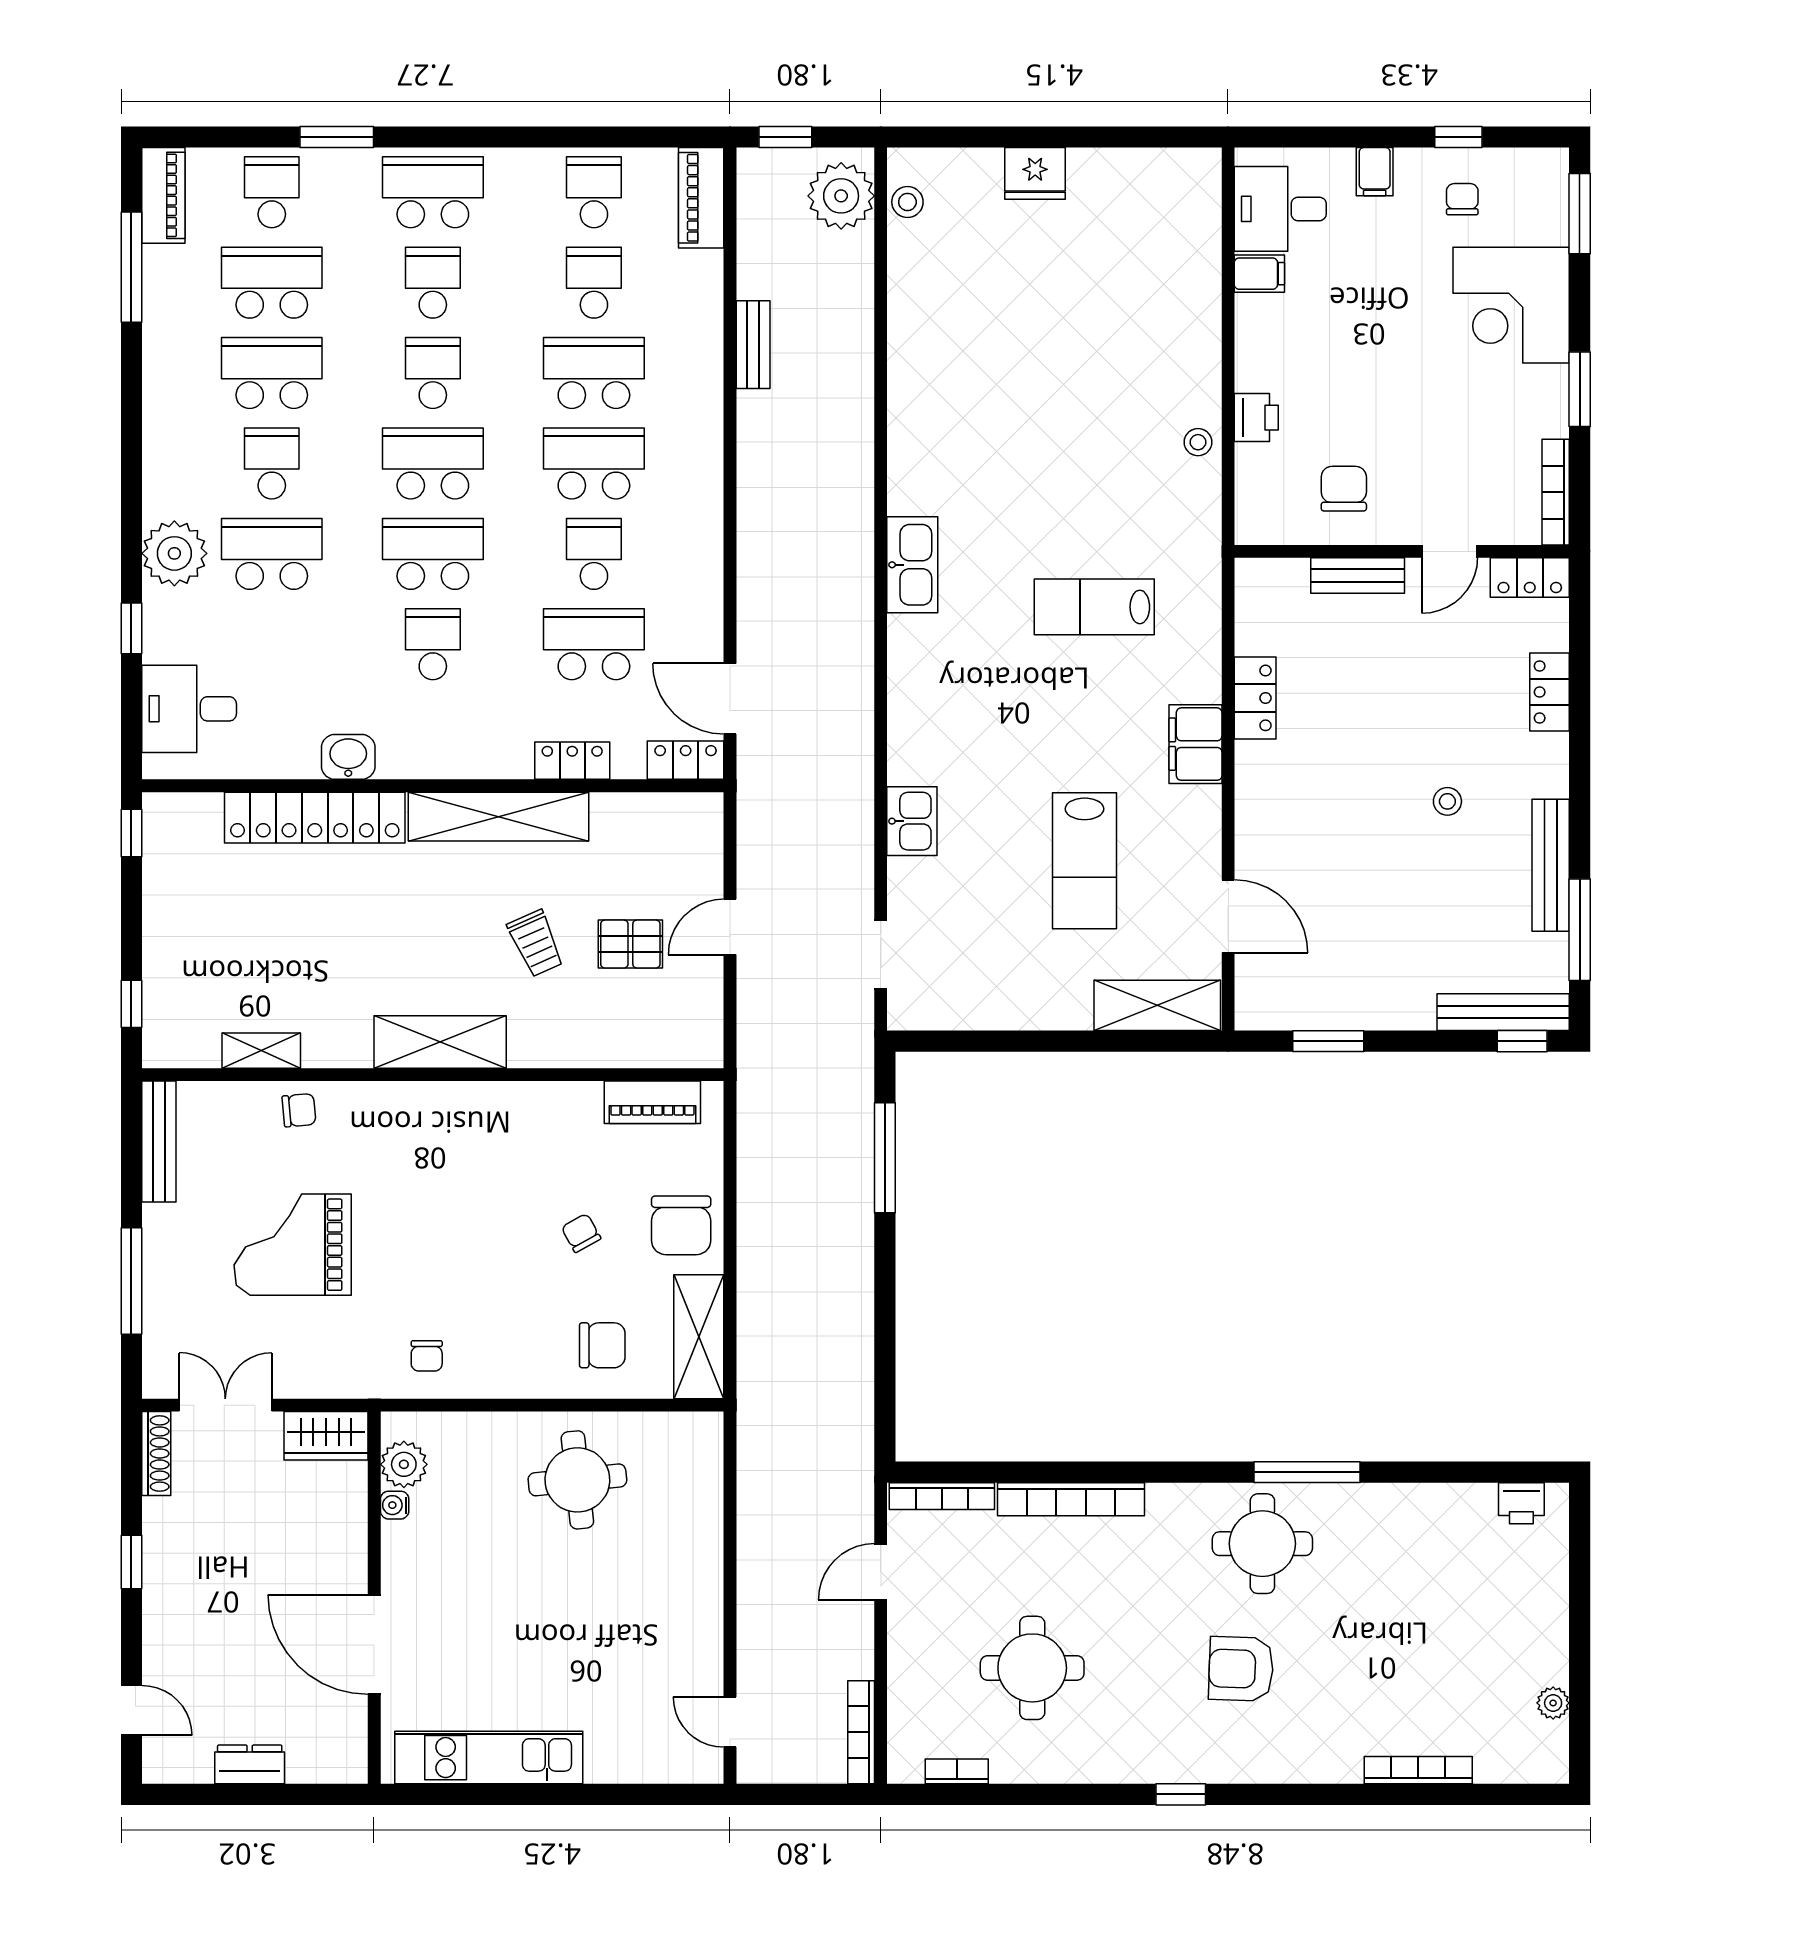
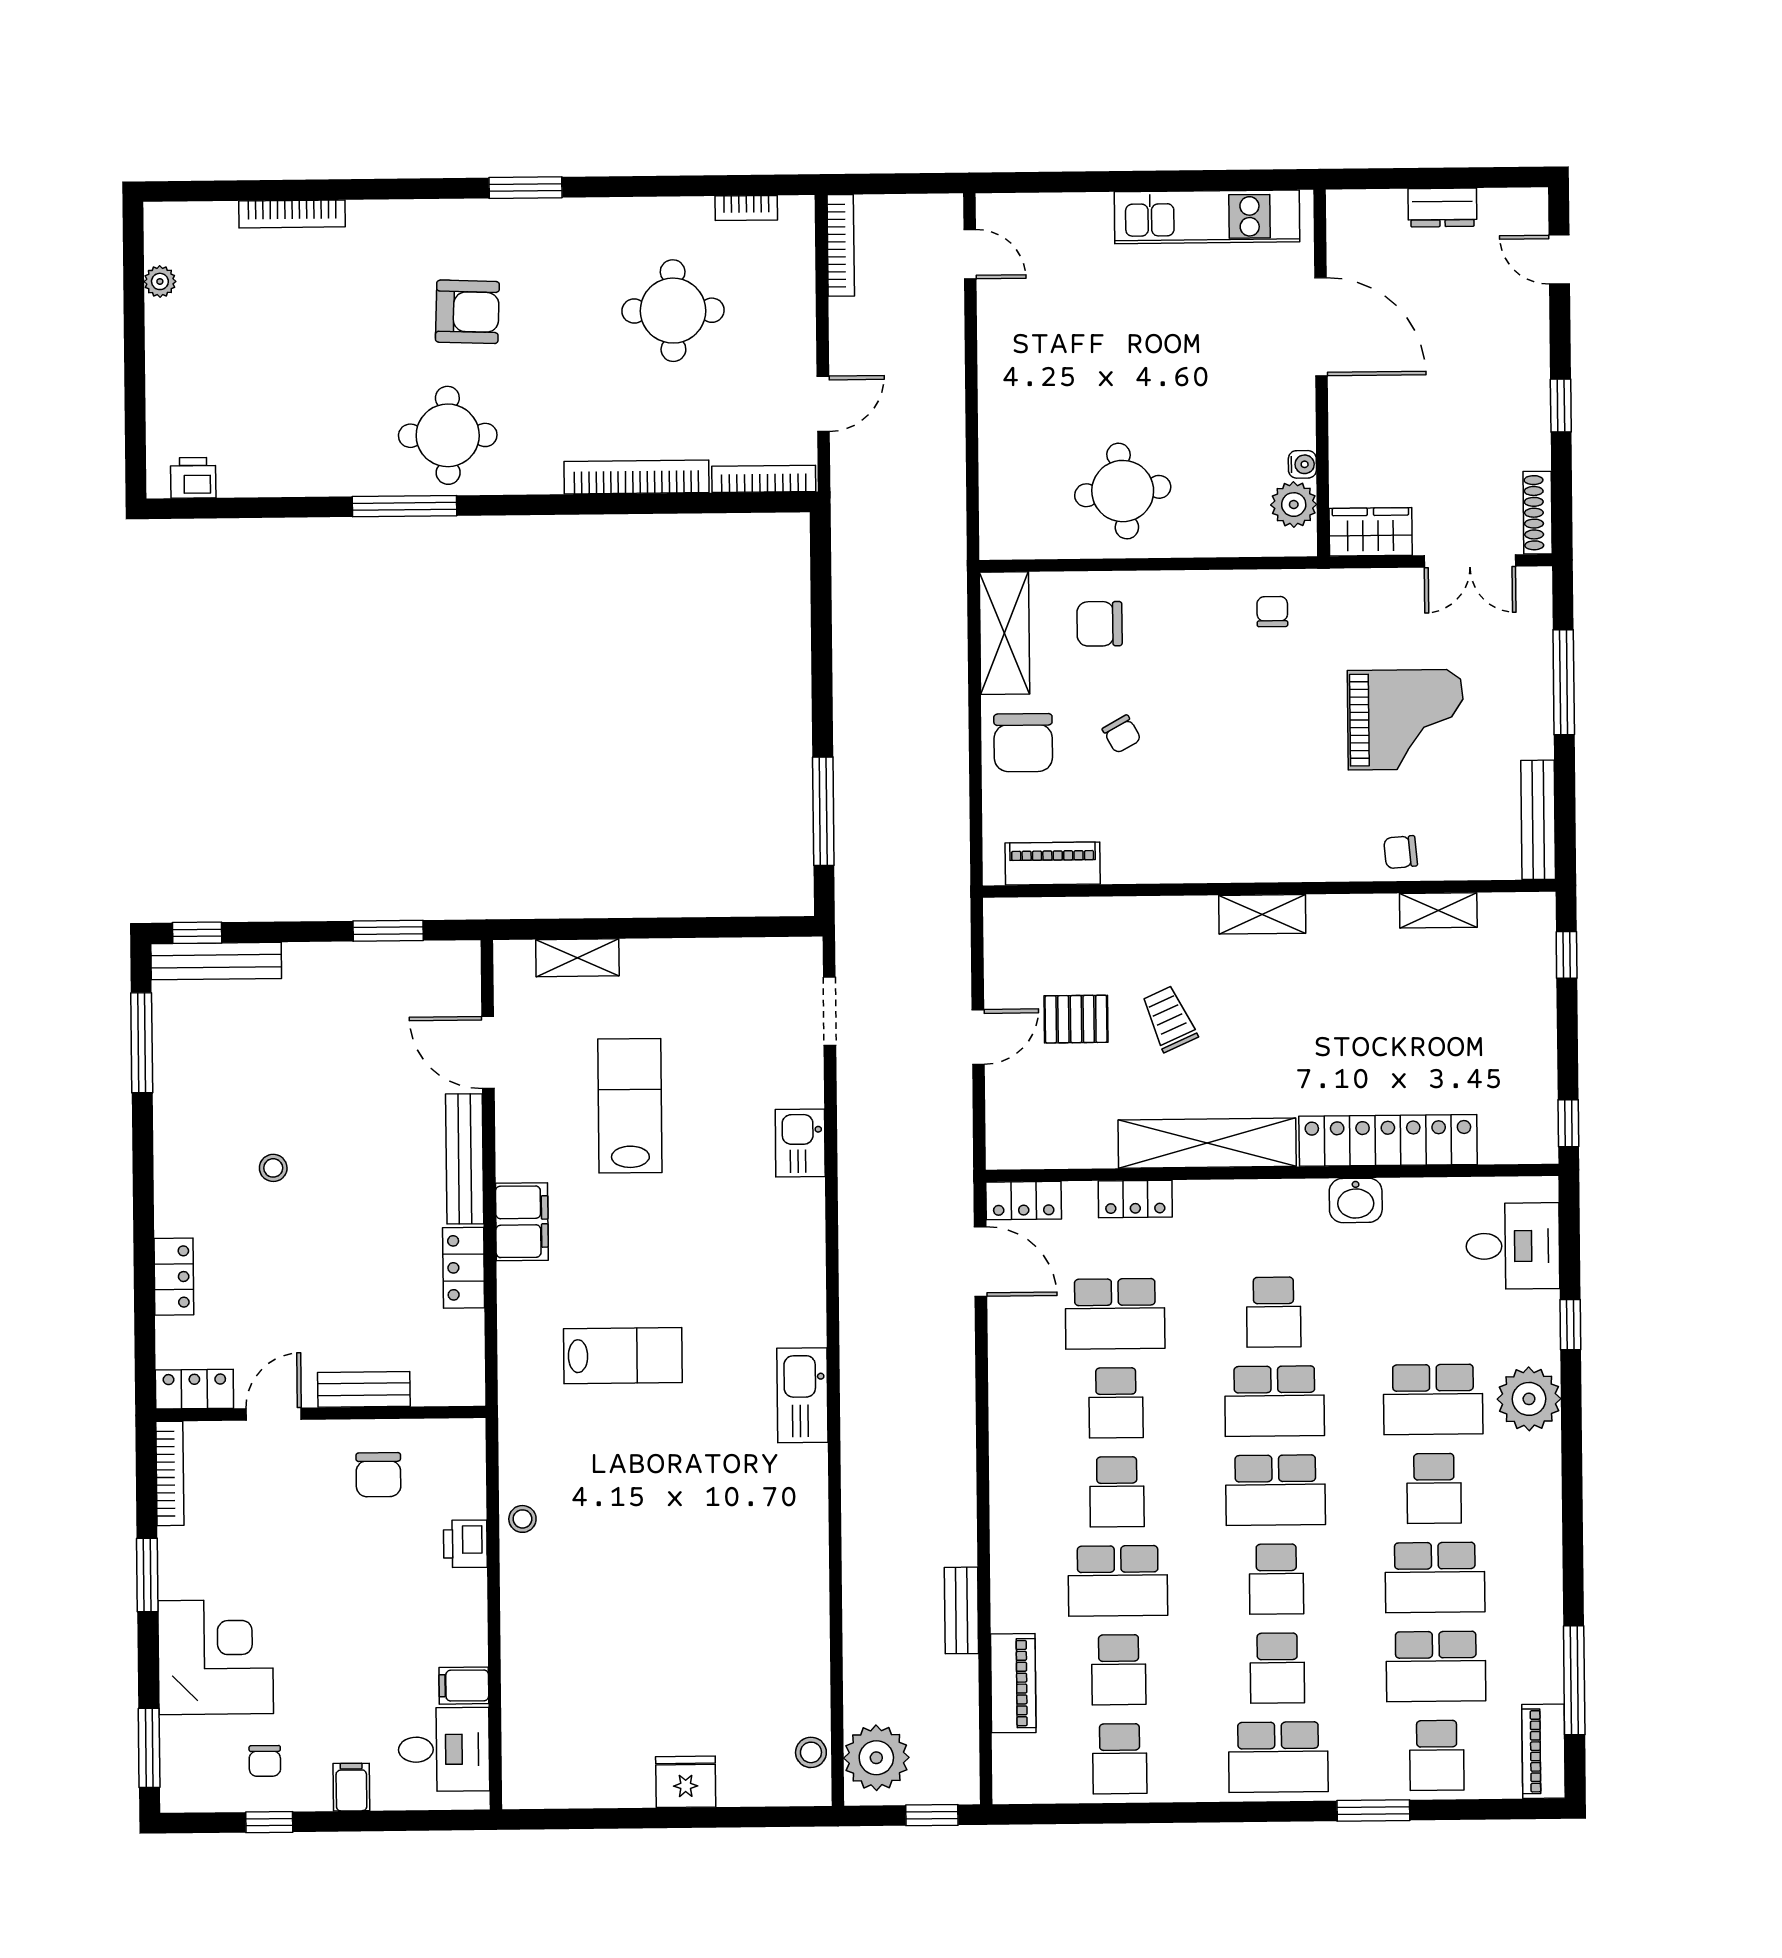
piano: (701, 198) -> (1013, 1683), moved
school desk: (594, 463) -> (1117, 1492), width x0.54
bench: (1551, 865) -> (465, 1159), moved
shelving: (1157, 1005) -> (577, 958), width x0.67, depth x0.75
shelving: (440, 1042) -> (1262, 914), width x0.67, depth x0.75
chair: (681, 1225) -> (1023, 743), turned 180
window: (1181, 1794) -> (525, 188), width x1.50

